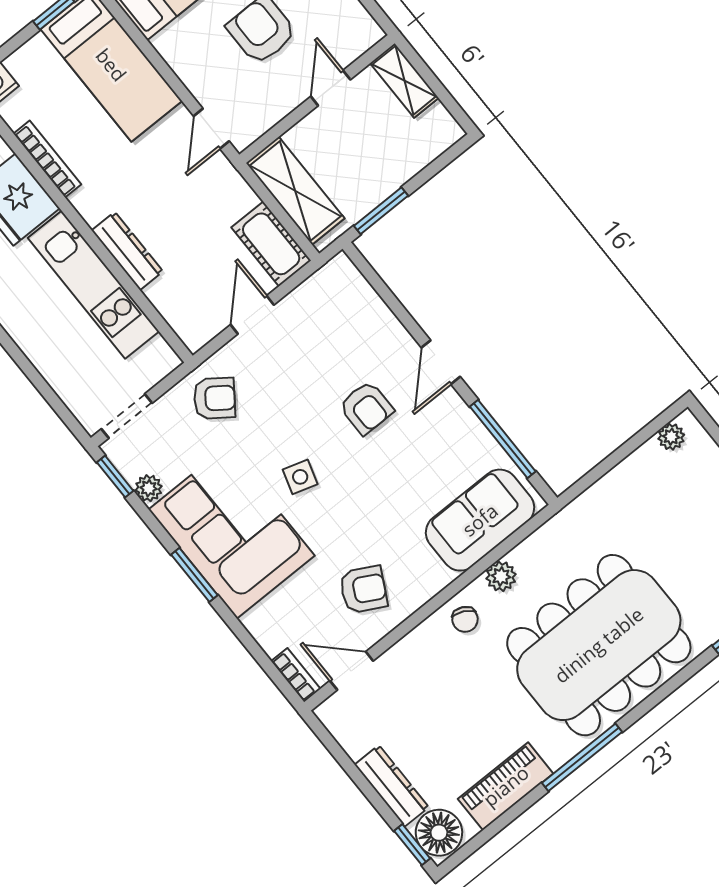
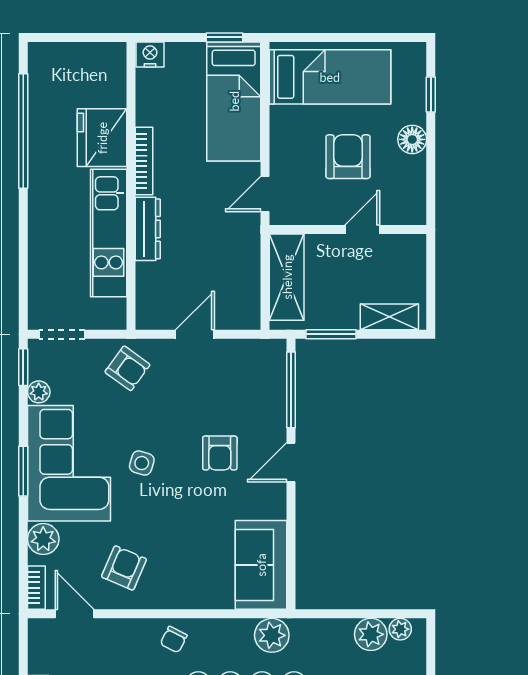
shelving: (404, 80) -> (389, 317), moved, turned 90
bookcase: (47, 159) -> (144, 161), moved
cot: (271, 244) -> (244, 299), removed
window: (503, 439) -> (291, 390), moved
plant: (647, 464) -> (371, 634), added
sofa: (480, 520) -> (261, 565), moved, turned -90
plant: (501, 576) -> (272, 635), moved, width x1.38, depth x1.38
armchair: (363, 590) -> (124, 568), turned -95
plant: (265, 624) -> (43, 539), added

